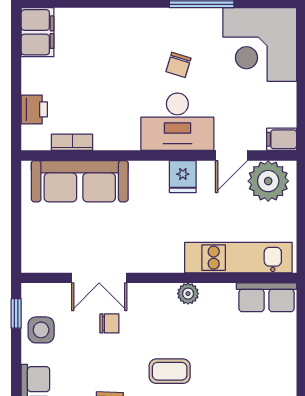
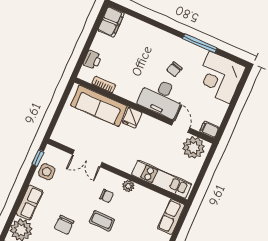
door: (231, 156) -> (181, 127), swing flipped
fridge: (183, 177) -> (132, 118), moved
row of seats: (266, 297) -> (171, 217), moved, turned 90
chair: (109, 323) -> (106, 196), moved

